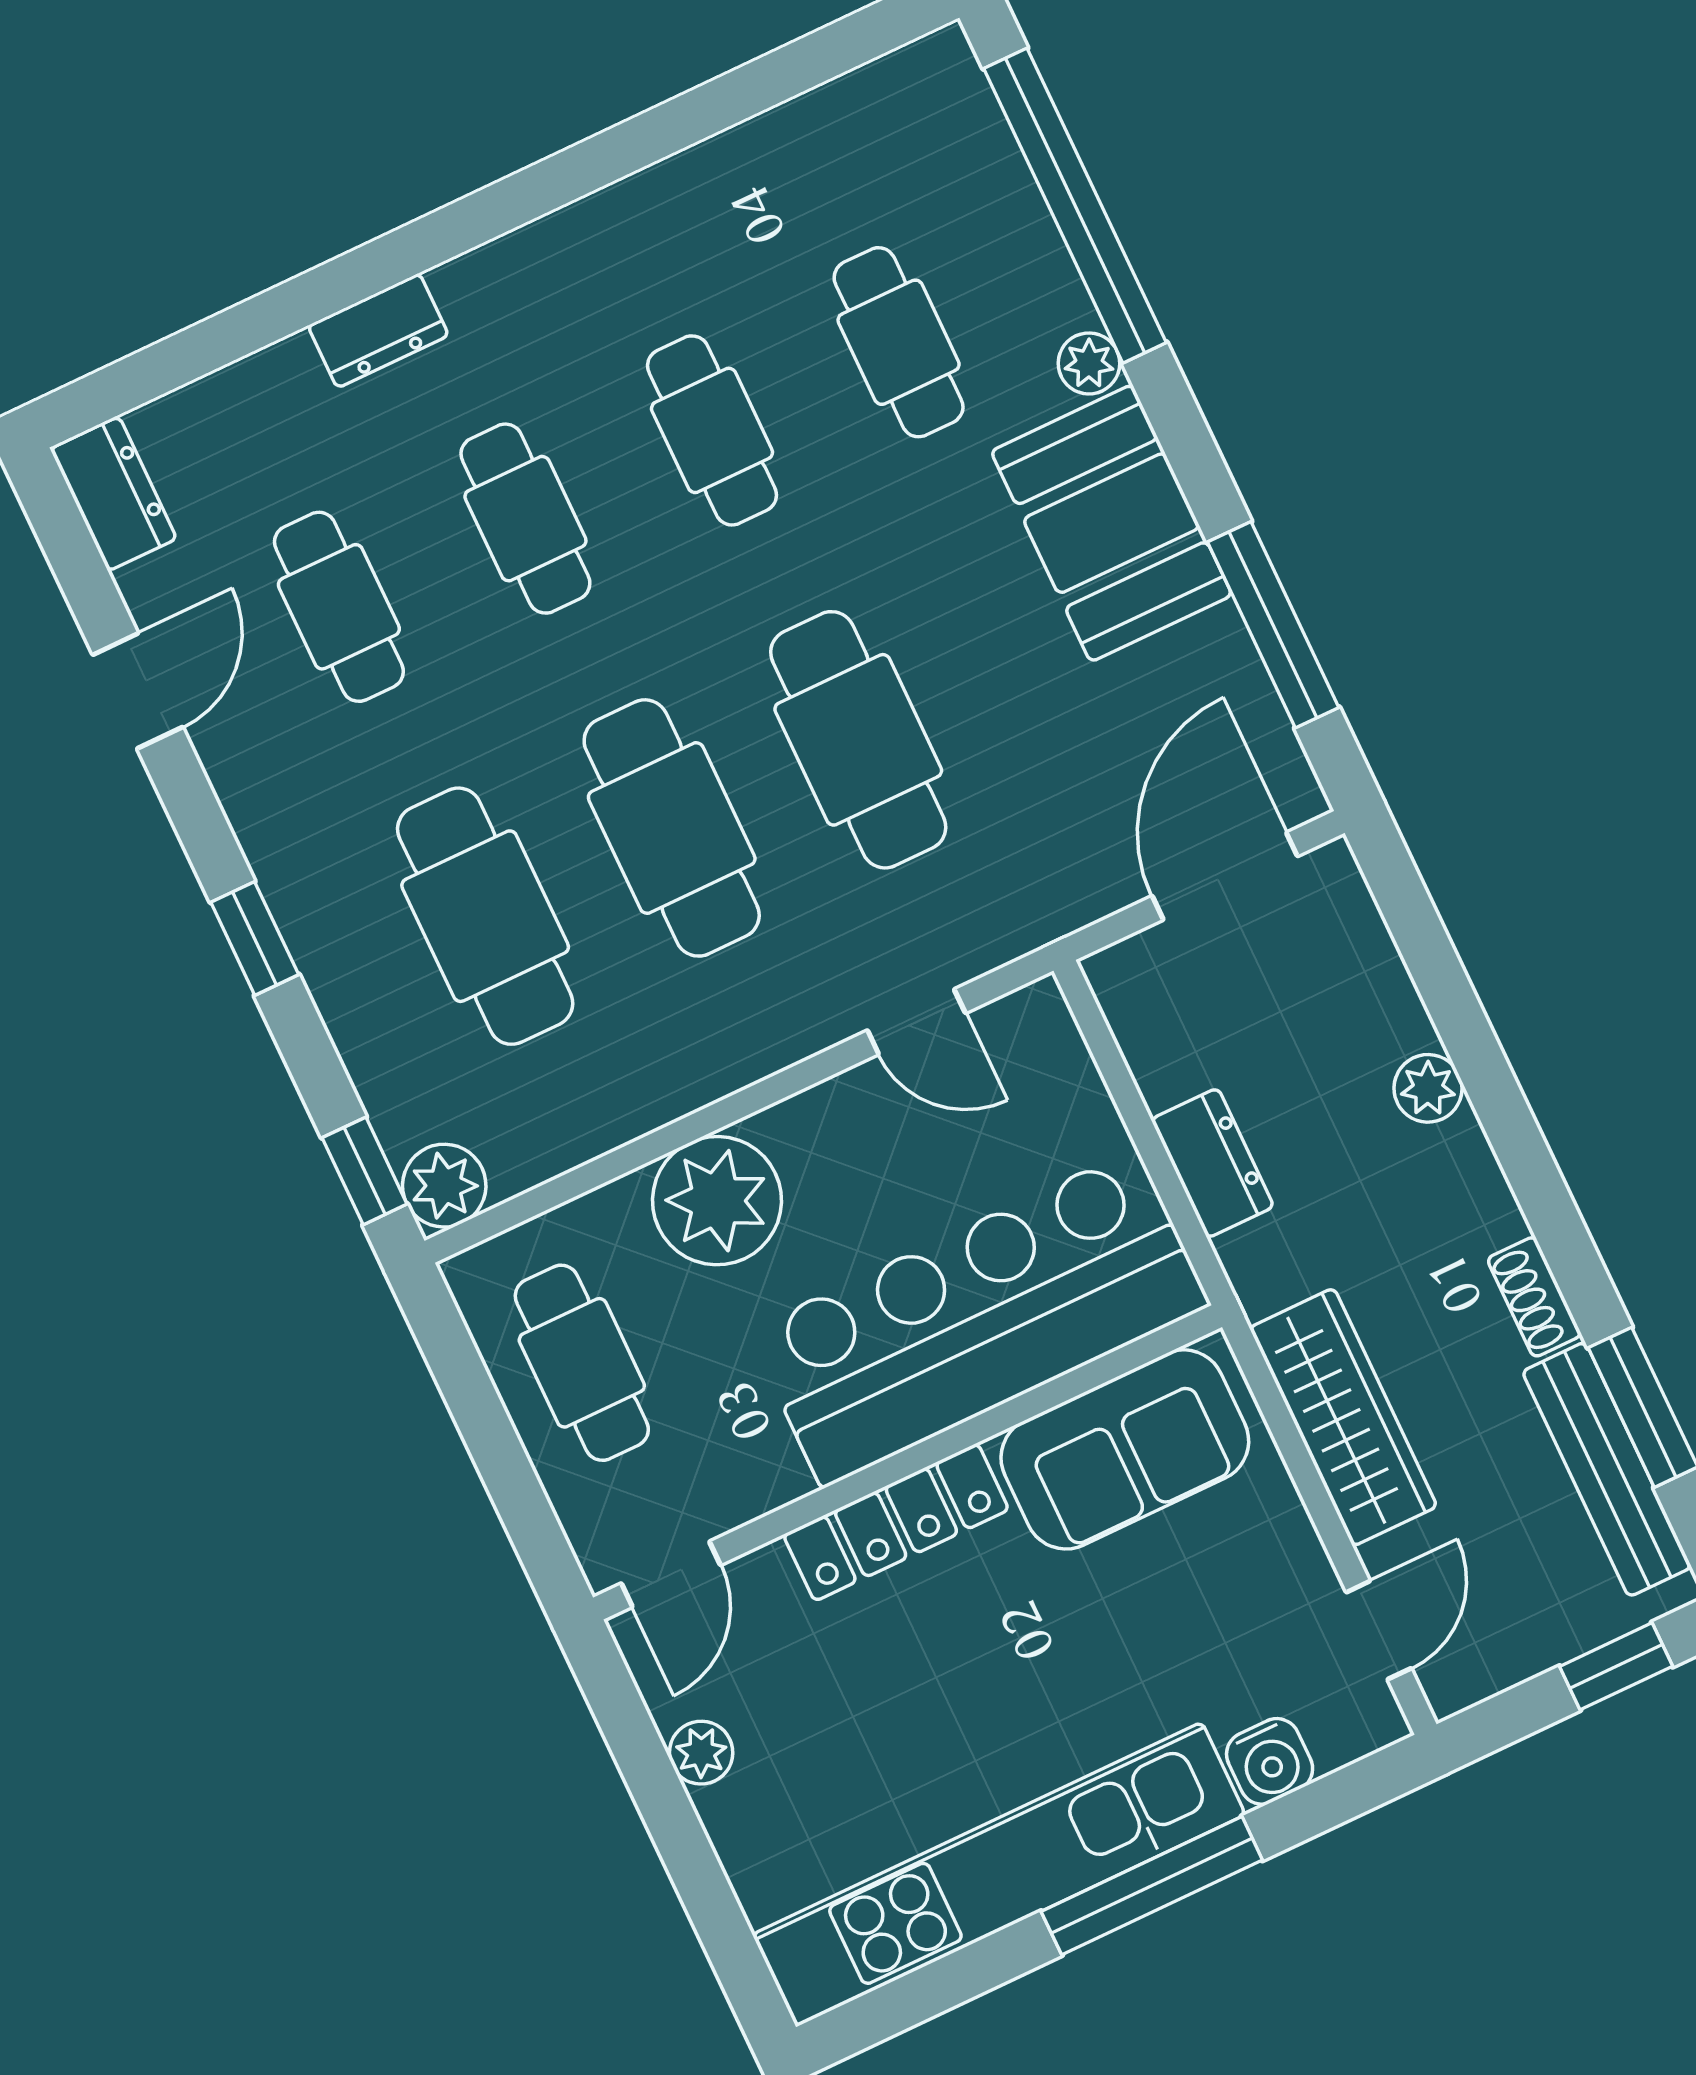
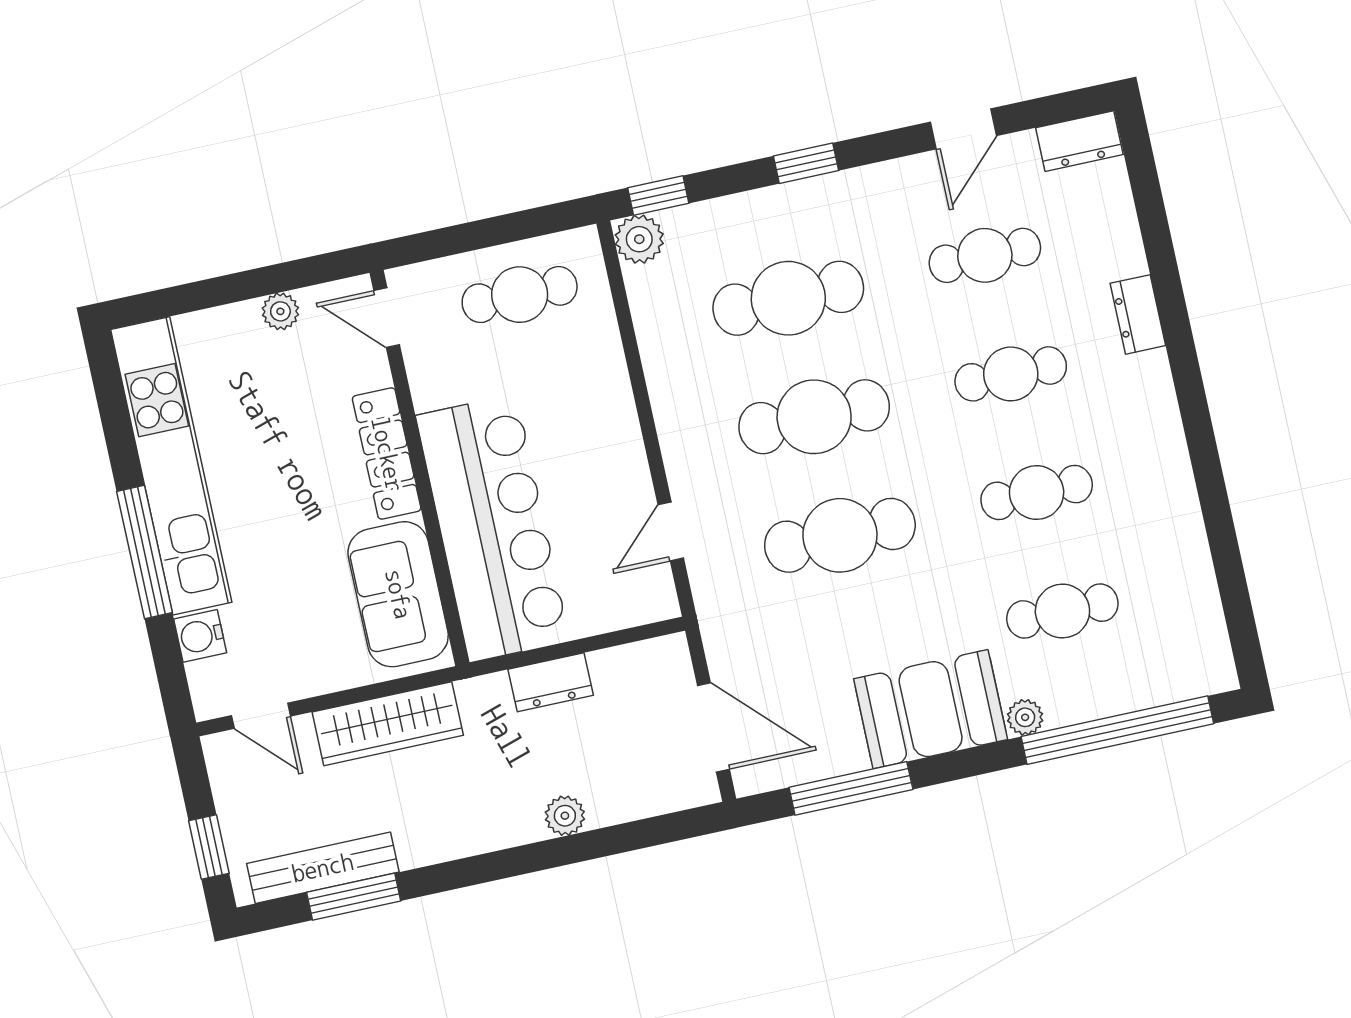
door: (138, 691) -> (963, 129), hinge flipped
plant: (717, 1201) -> (595, 393), removed
shoe rack: (1534, 1297) -> (431, 849), removed

